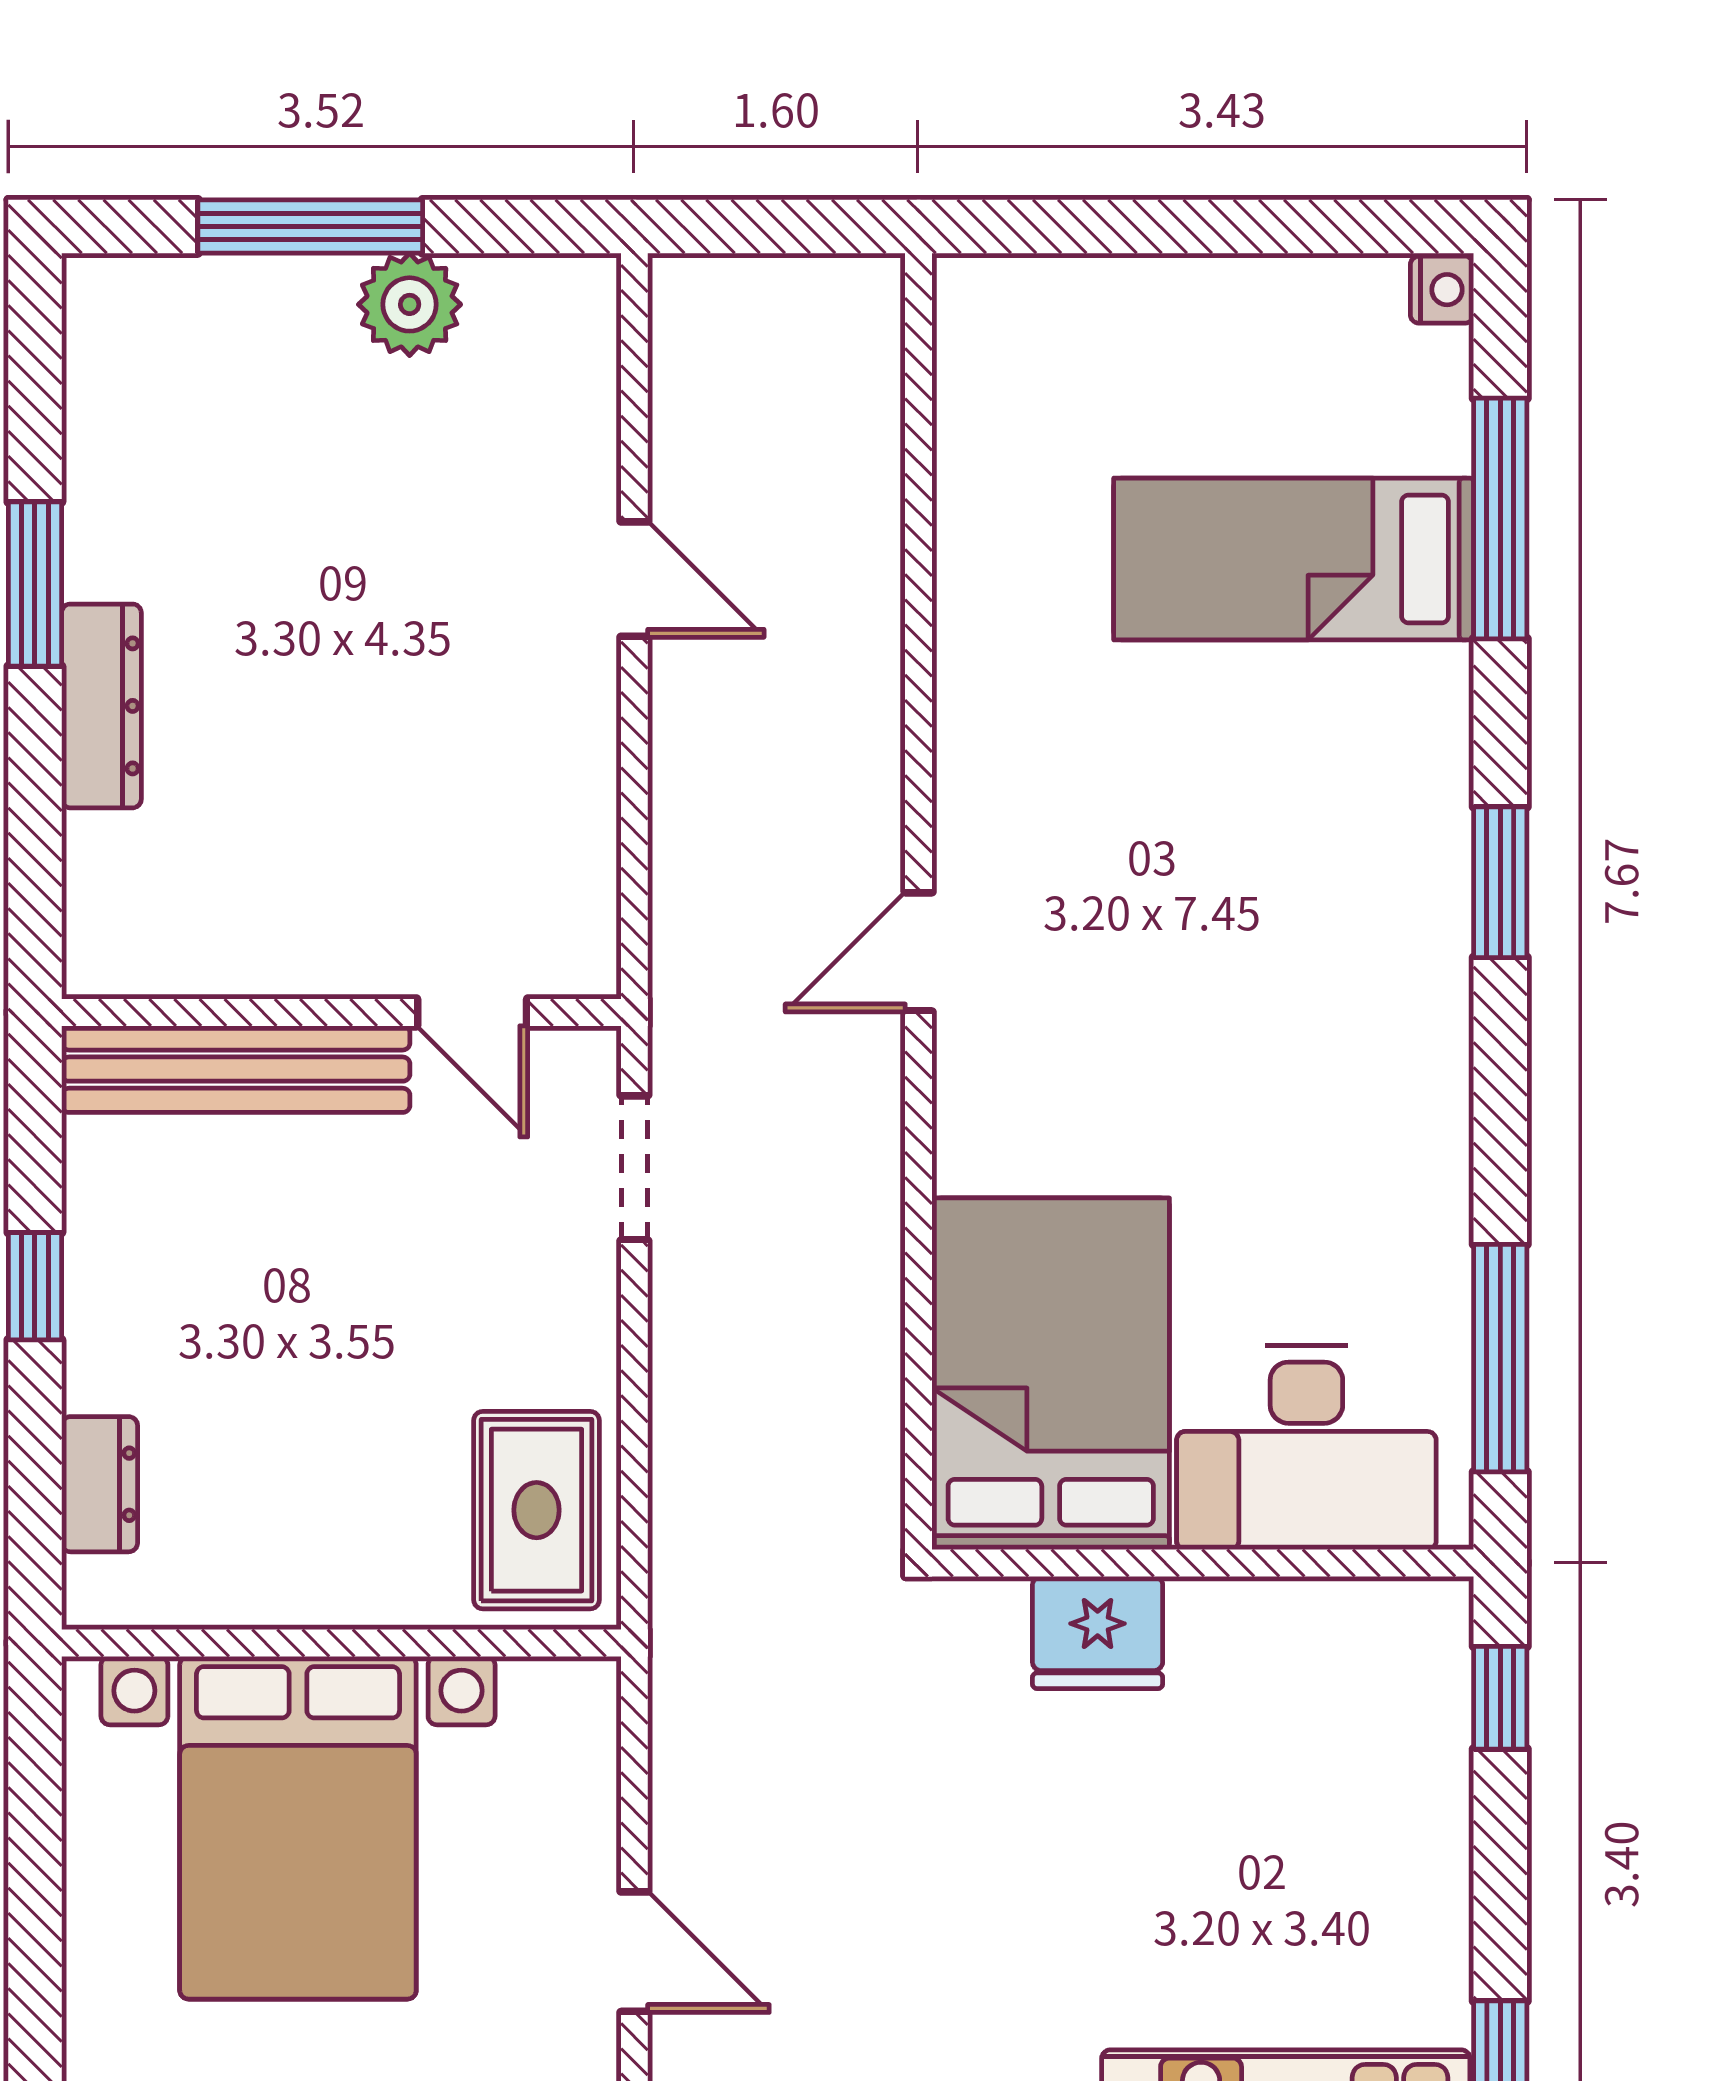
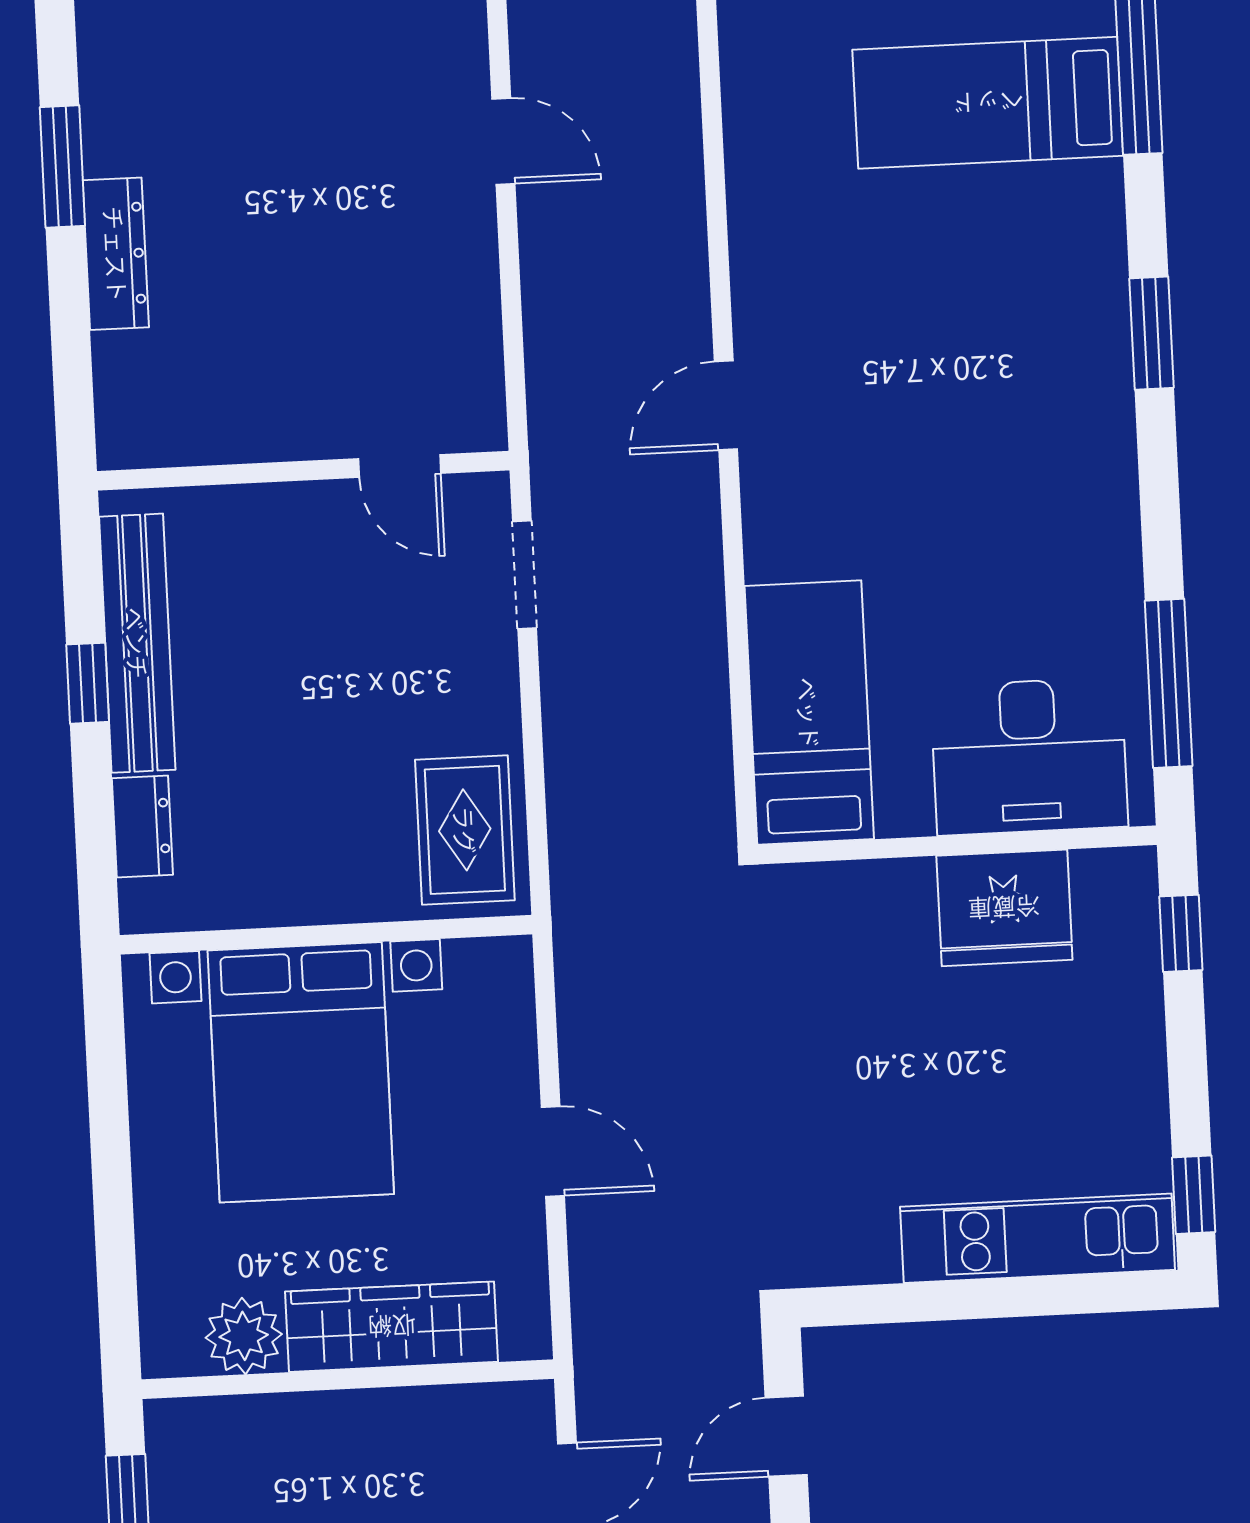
bench: (236, 1069) -> (137, 643), moved, turned 90
bed: (1051, 1374) -> (809, 713), width x0.67
fridge: (1098, 1632) -> (1004, 908), moved, width x1.36, depth x1.34

